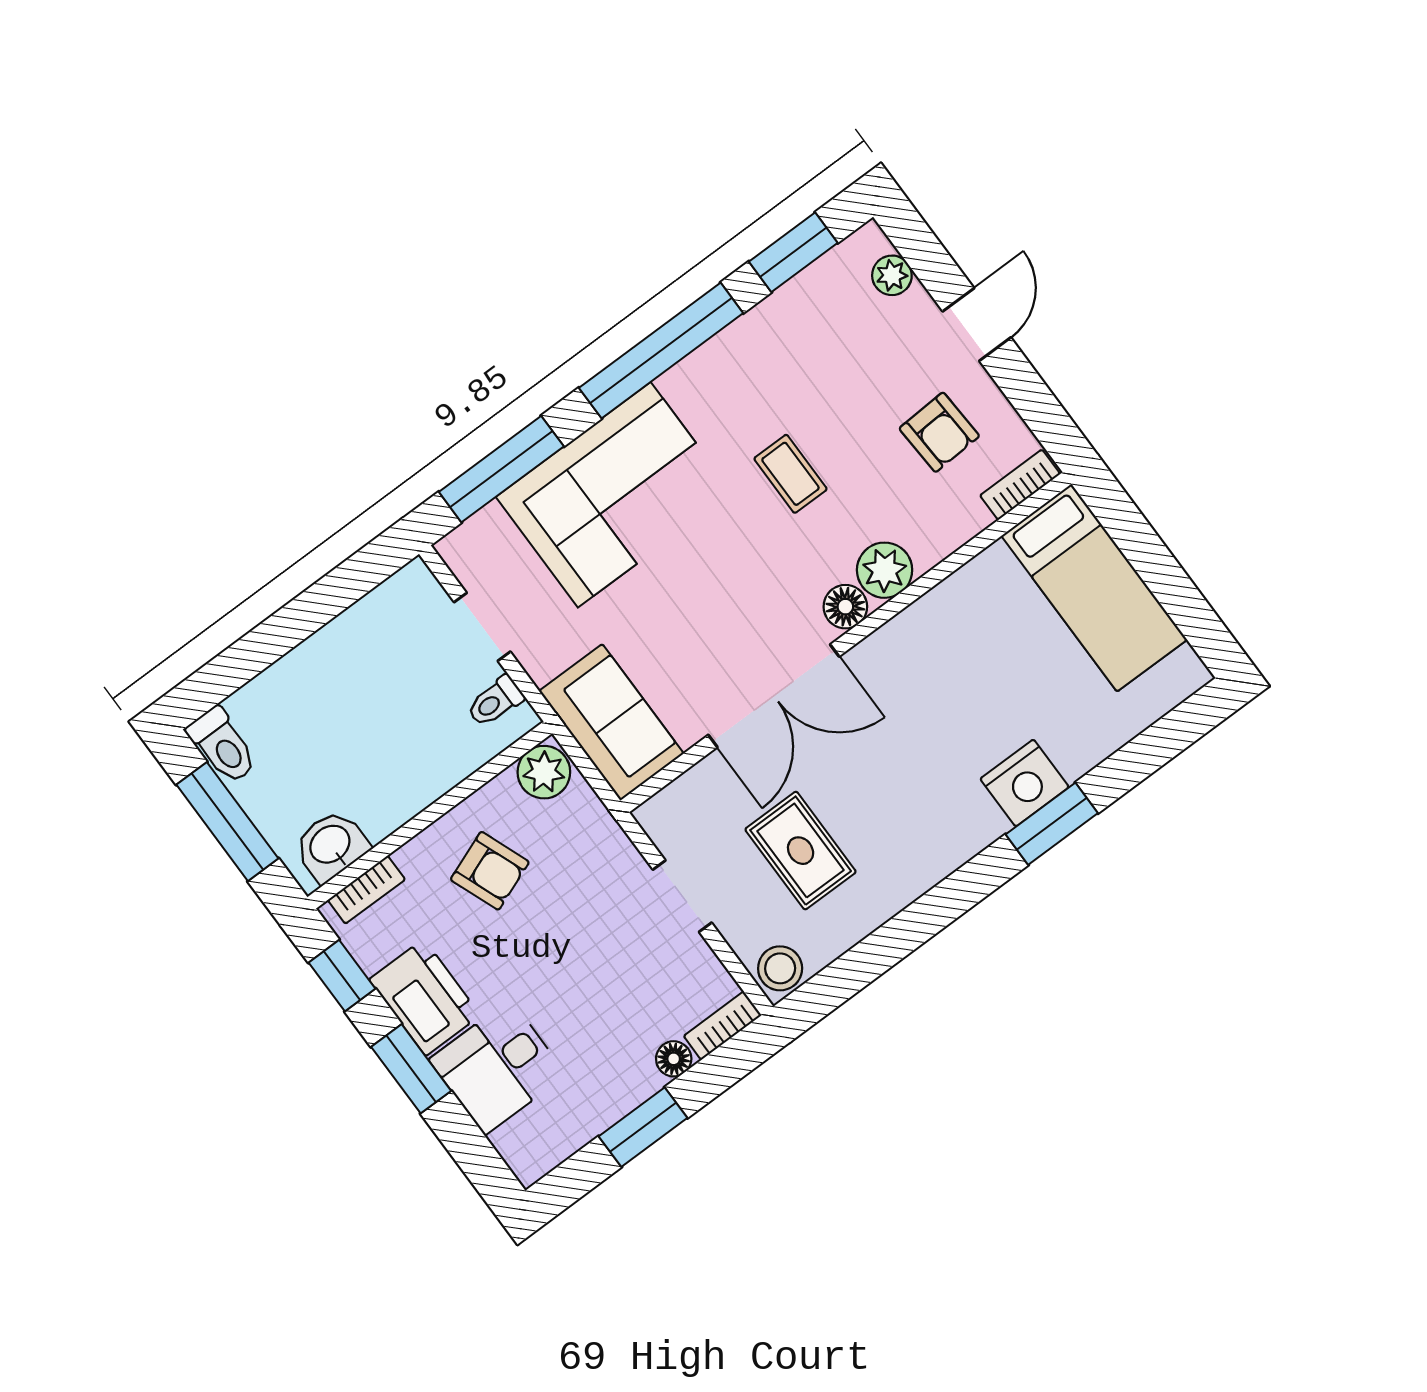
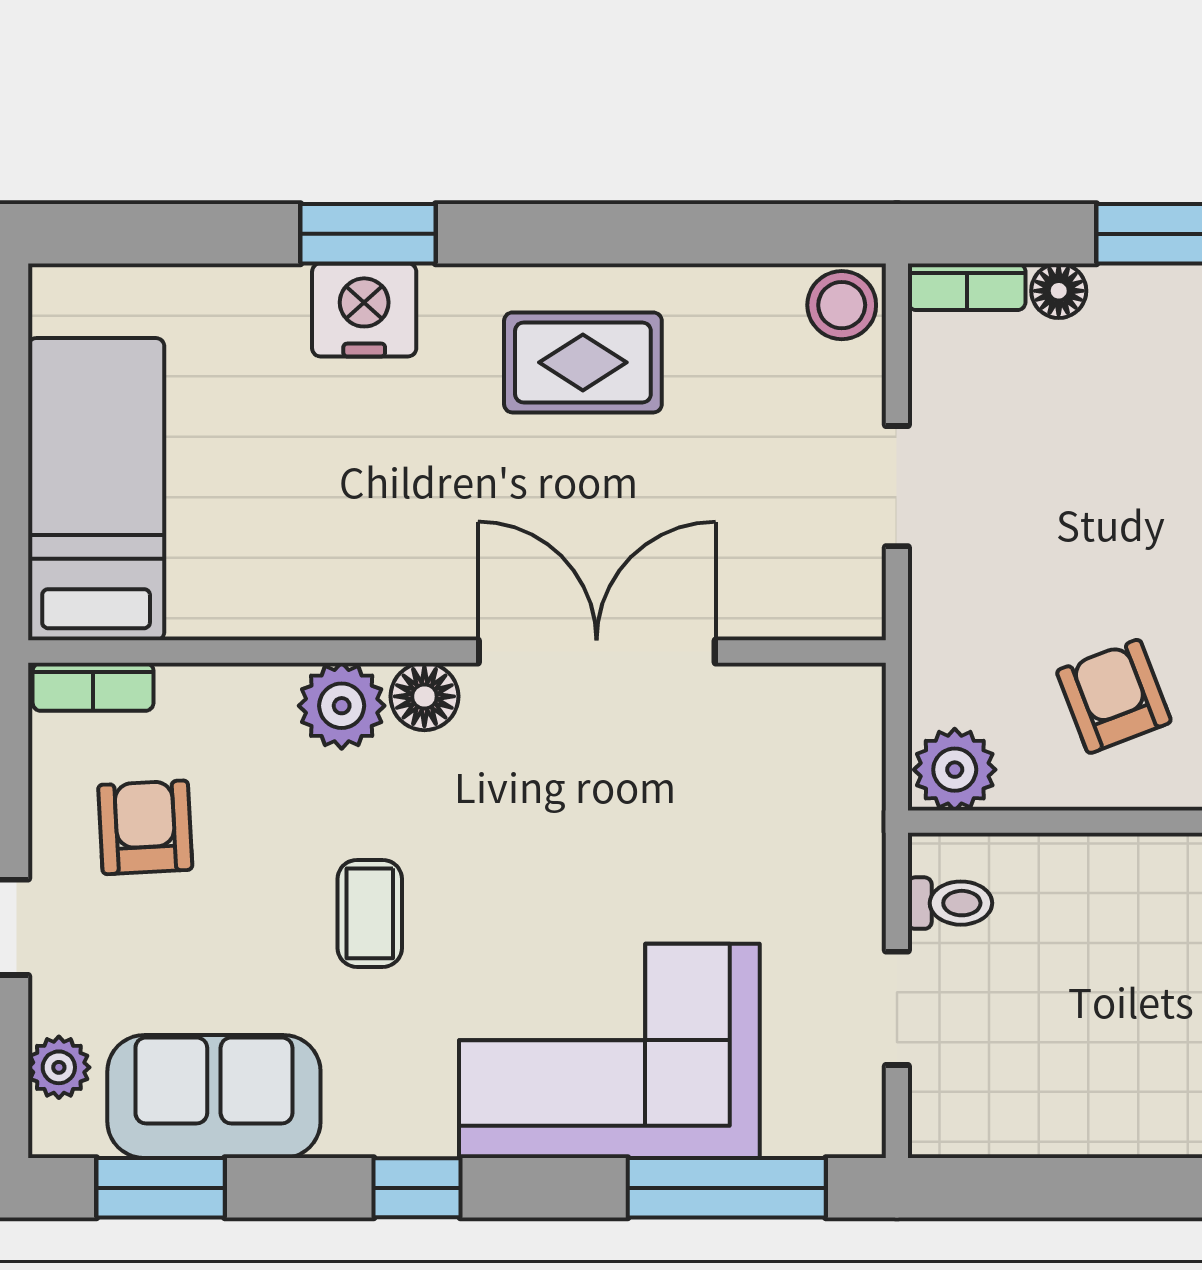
window: (661, 350) -> (417, 1188), width x0.32
sofa: (611, 722) -> (214, 1096), moved, turned 90
rug: (801, 851) -> (583, 362), moved, turned 90

